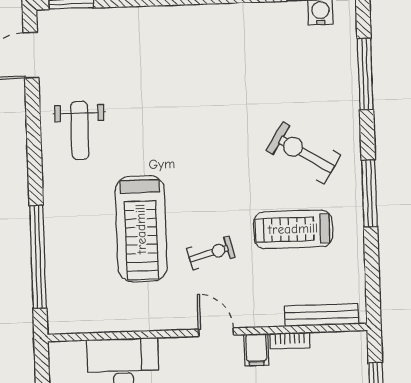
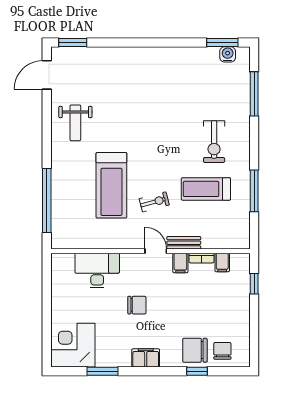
exercise bike: (304, 153) -> (214, 142), turned -122
window: (369, 193) -> (254, 191), moved
bench: (322, 315) -> (184, 243), moved, width x0.73
filing cabinet: (323, 347) -> (222, 263), added

